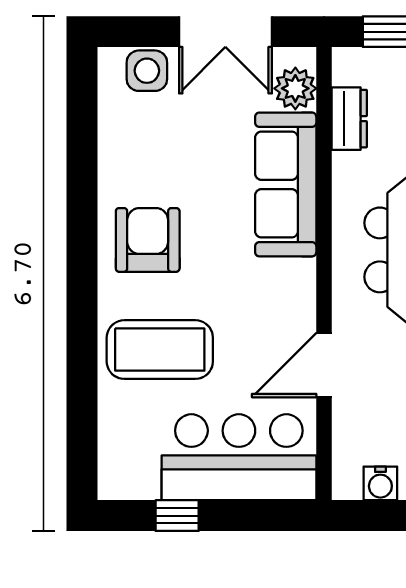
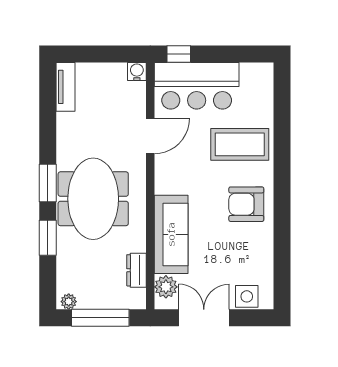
armchair: (148, 240) -> (246, 204), turned 90
water cooler: (380, 483) -> (137, 72), moved
window: (177, 516) -> (179, 54), moved

